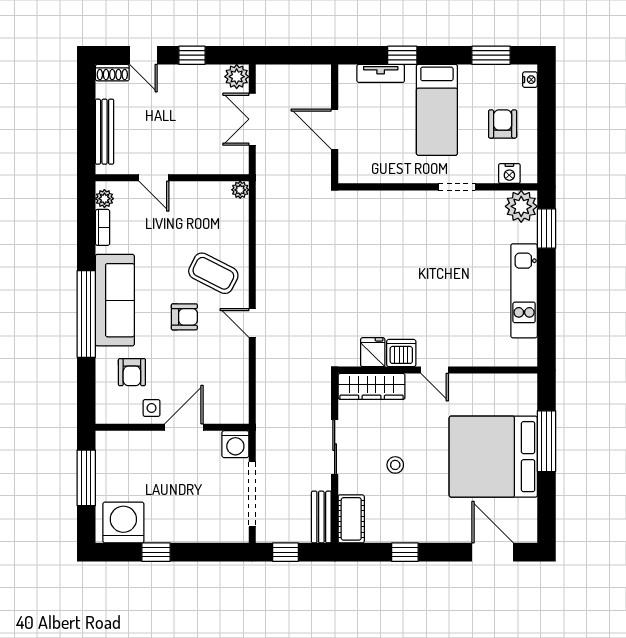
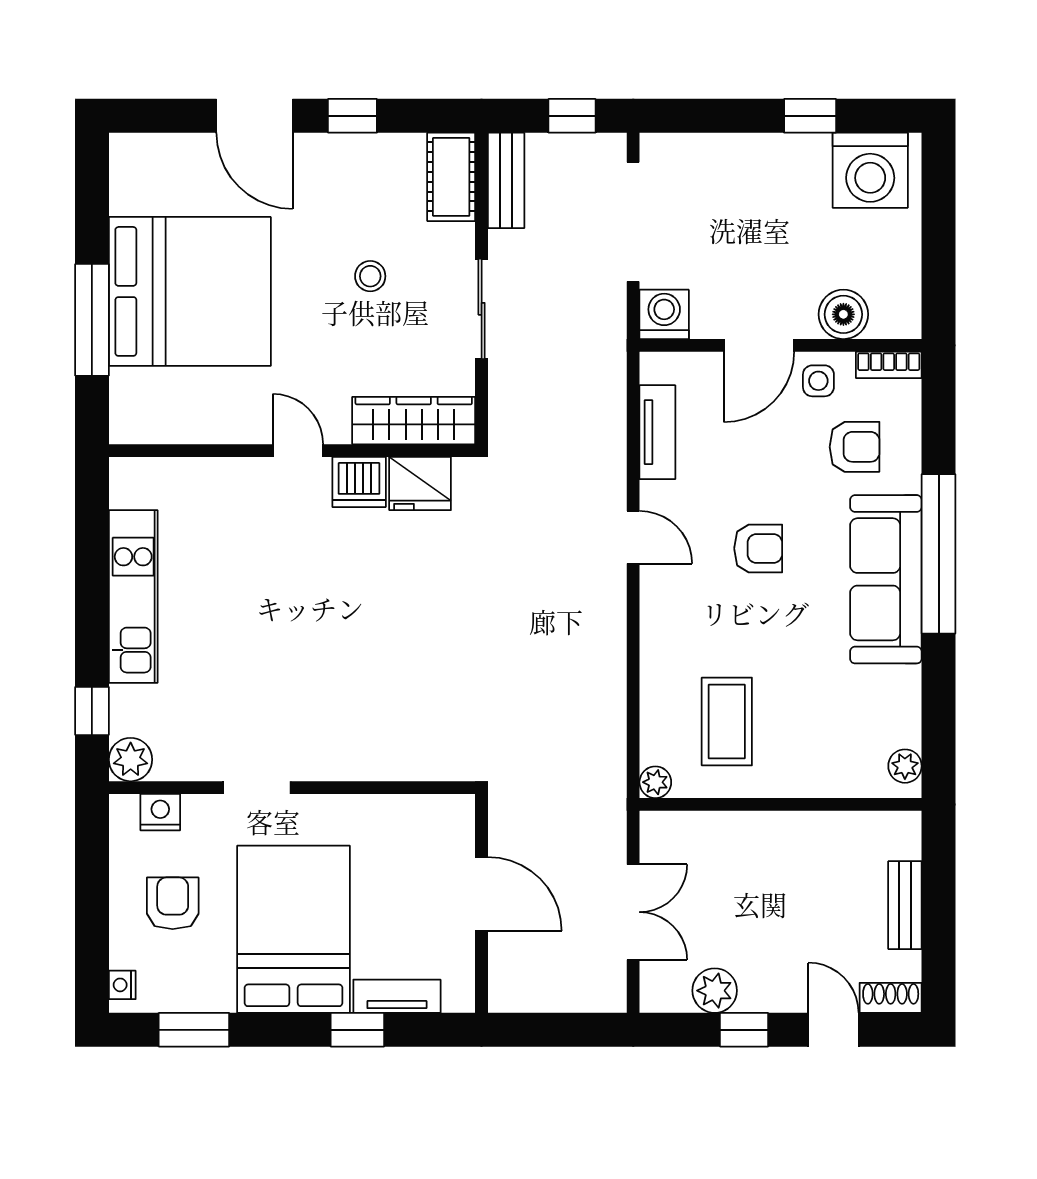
plant: (237, 77) -> (715, 991), moved
bed: (437, 110) -> (294, 929), width x1.50
armchair: (503, 124) -> (173, 903), turned 180
bench: (105, 132) -> (905, 905), width x0.73
door: (154, 178) -> (814, 804), removed
plant: (521, 206) -> (131, 760), width x0.73, depth x0.73
bookcase: (103, 227) -> (889, 365), moved, turned -90
window: (546, 229) -> (92, 711), width x0.67
coffee table: (213, 273) -> (727, 722), moved, turned 63
armchair: (184, 317) -> (758, 548), turned 180
fridge: (373, 352) -> (420, 484), width x1.38
armchair: (132, 372) -> (855, 447), turned 90
tv unit: (239, 380) -> (657, 432), added
boiler: (138, 444) -> (843, 314), added
window: (86, 478) -> (939, 252), removed
door: (493, 552) -> (255, 116), moved

